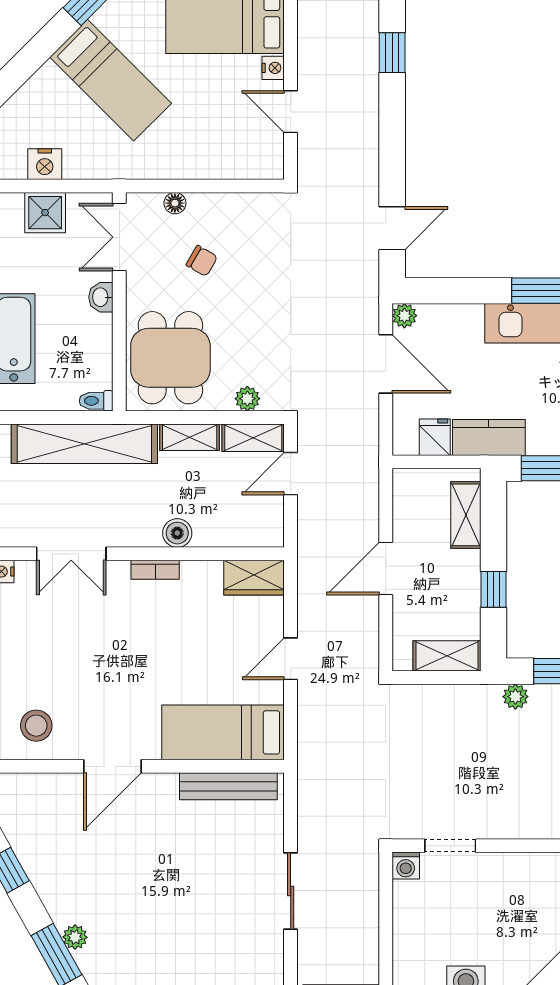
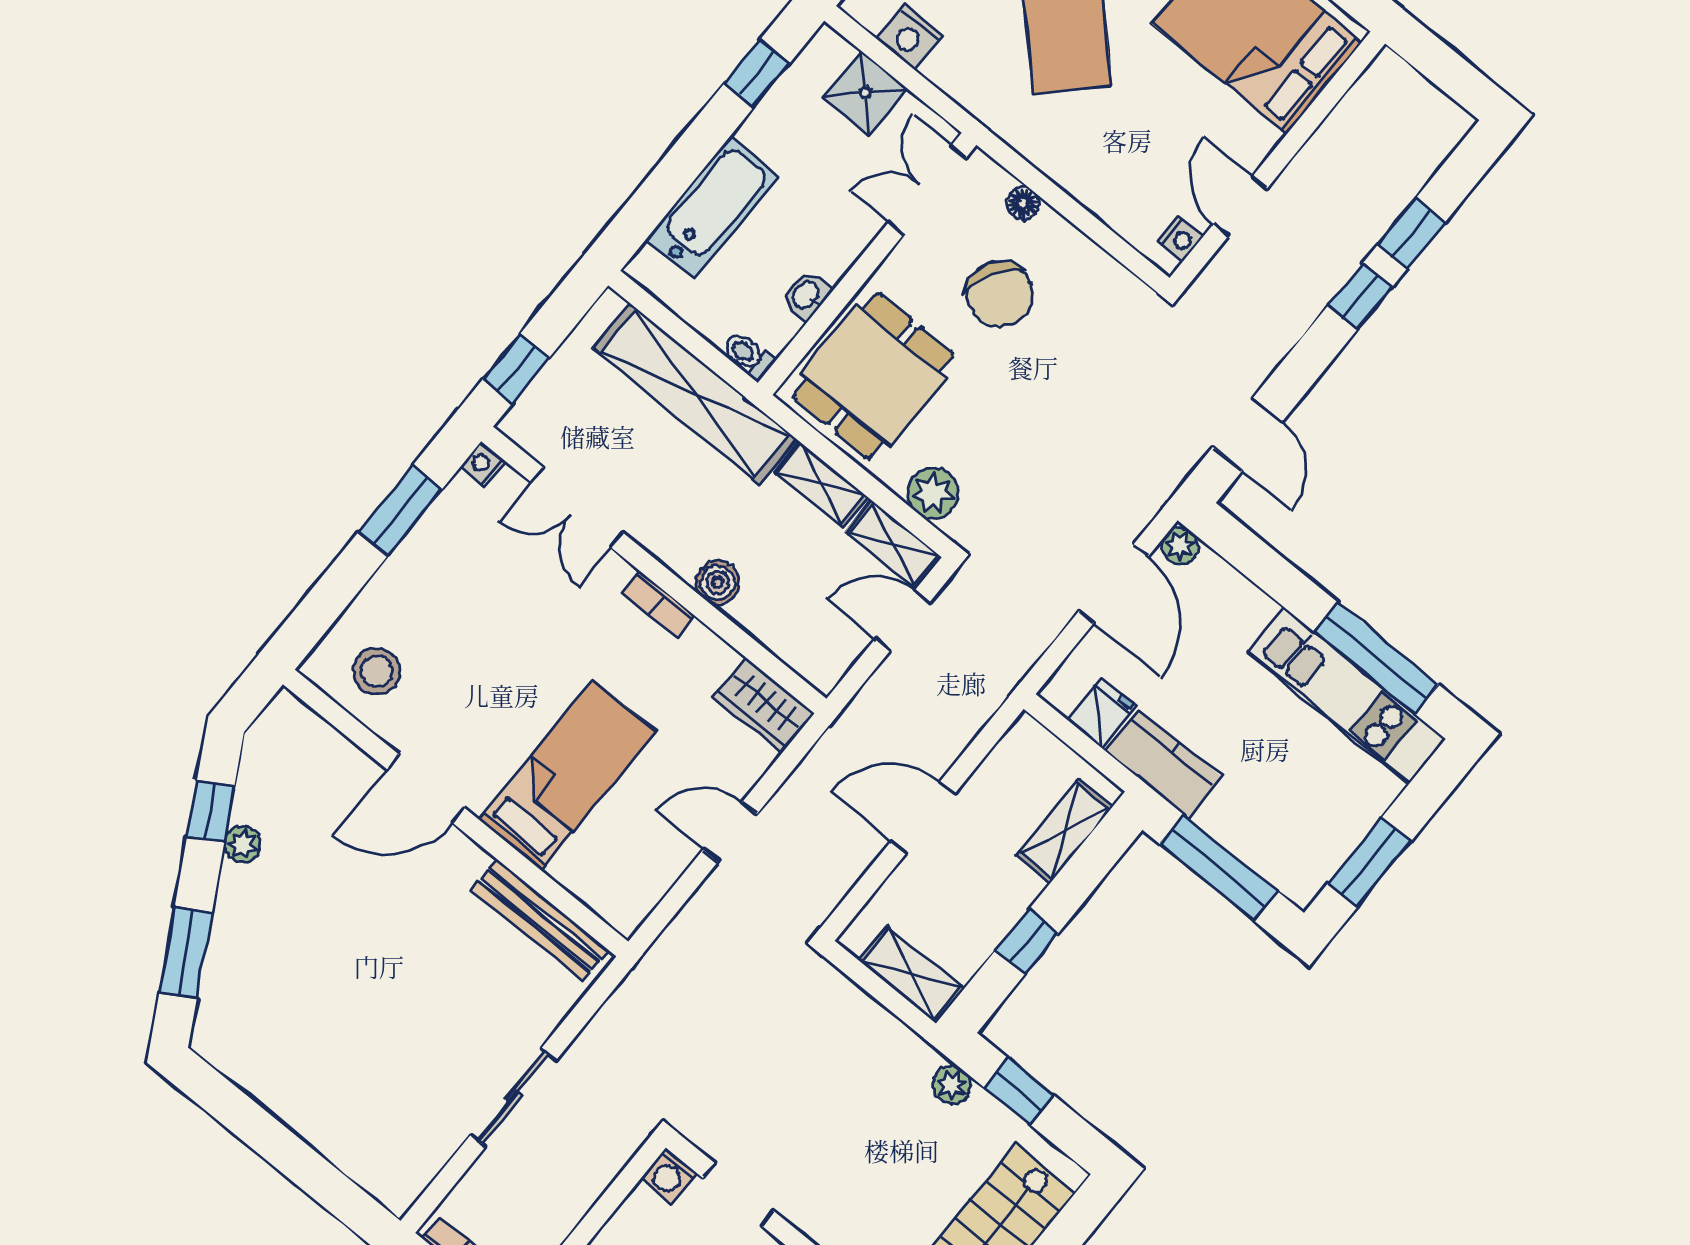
nightstand: (273, 68) -> (1180, 239), moved
window: (392, 108) -> (1360, 296), added
door: (392, 228) -> (1248, 434), hinge flipped
chair: (202, 261) -> (999, 294), width x1.87, depth x1.87
washbasin: (101, 297) -> (806, 295), moved
plant: (247, 399) -> (933, 493), width x1.38, depth x1.38
bed: (223, 732) -> (567, 775), moved, turned 90
plant: (75, 937) -> (242, 844), moved

